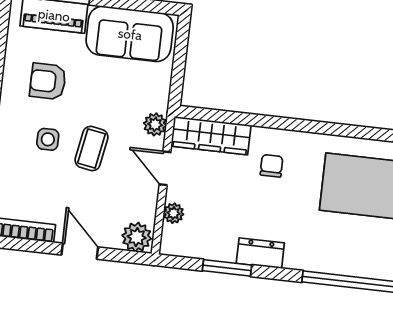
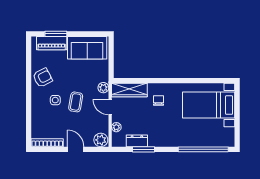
armchair: (48, 81) -> (43, 78), moved, turned 153
dresser: (260, 253) -> (137, 141), moved

